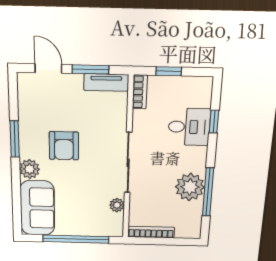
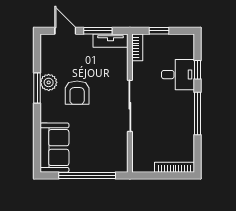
plant: (30, 169) -> (49, 82), moved
plant: (190, 187) -> (182, 126), removed
window: (208, 192) -> (197, 113), moved
plant: (117, 205) -> (122, 143), removed
bookcase: (151, 232) -> (175, 167), moved

